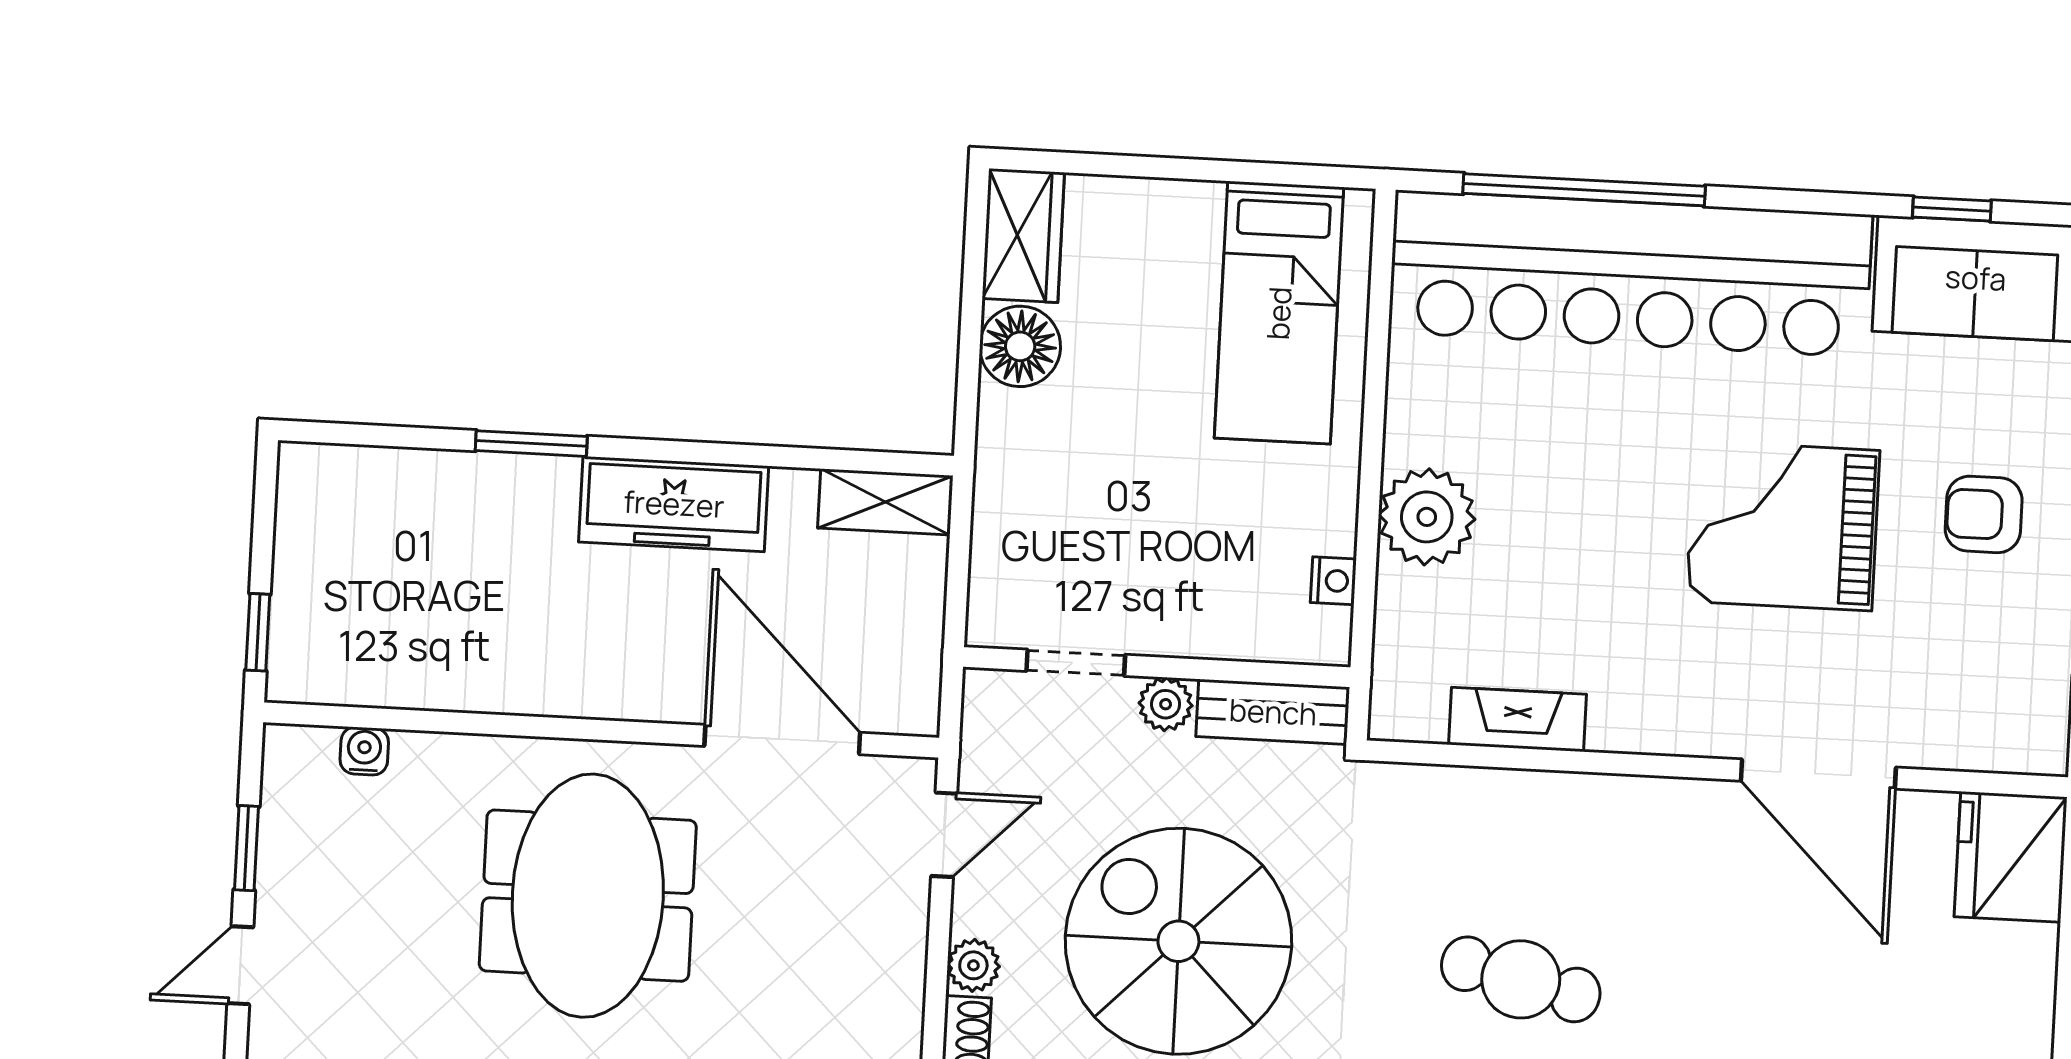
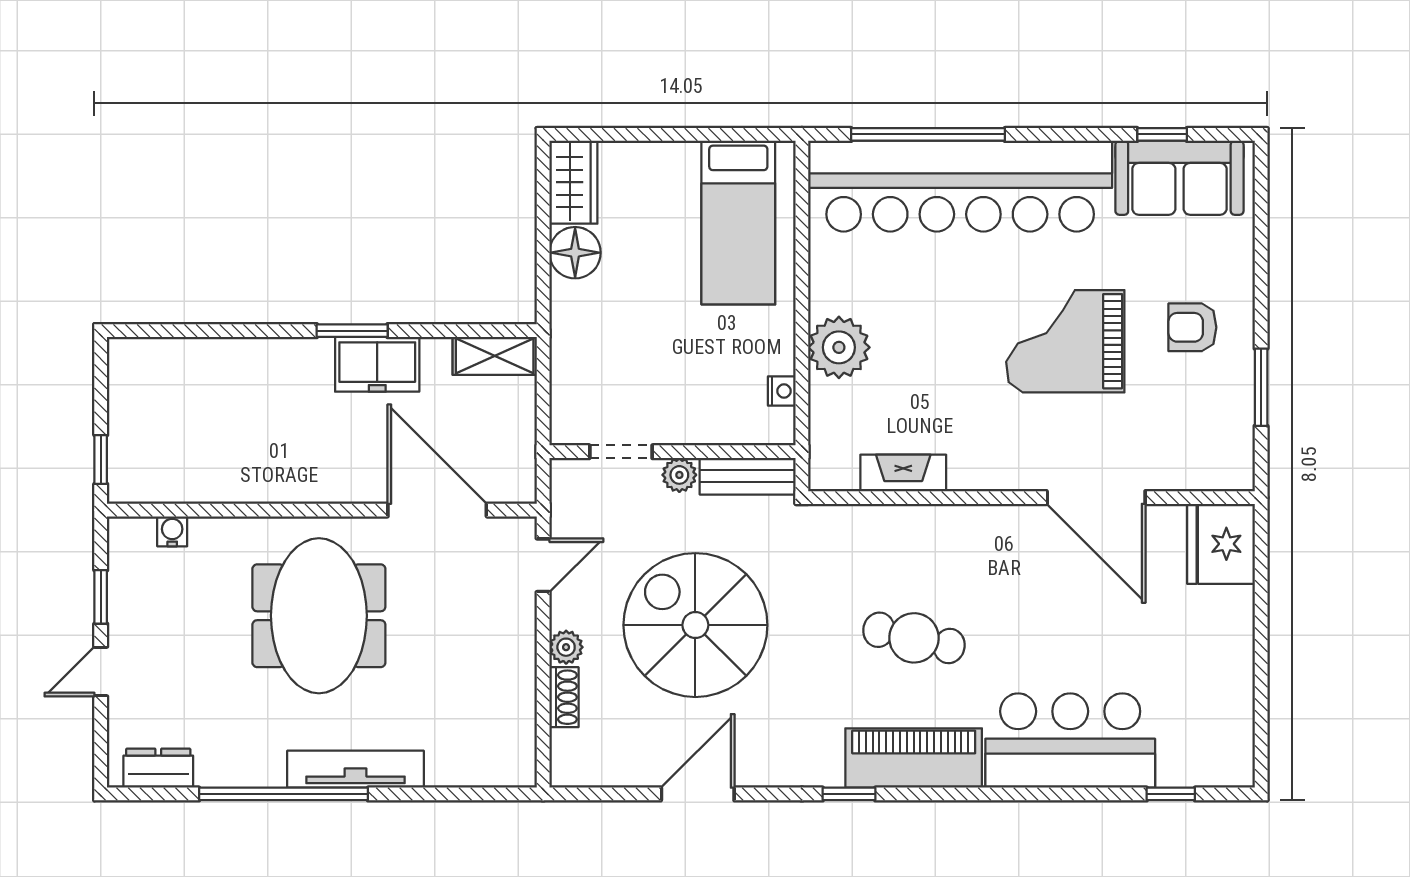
window: (531, 444) -> (352, 331), moved
freezer: (674, 504) -> (377, 364), width x0.71

